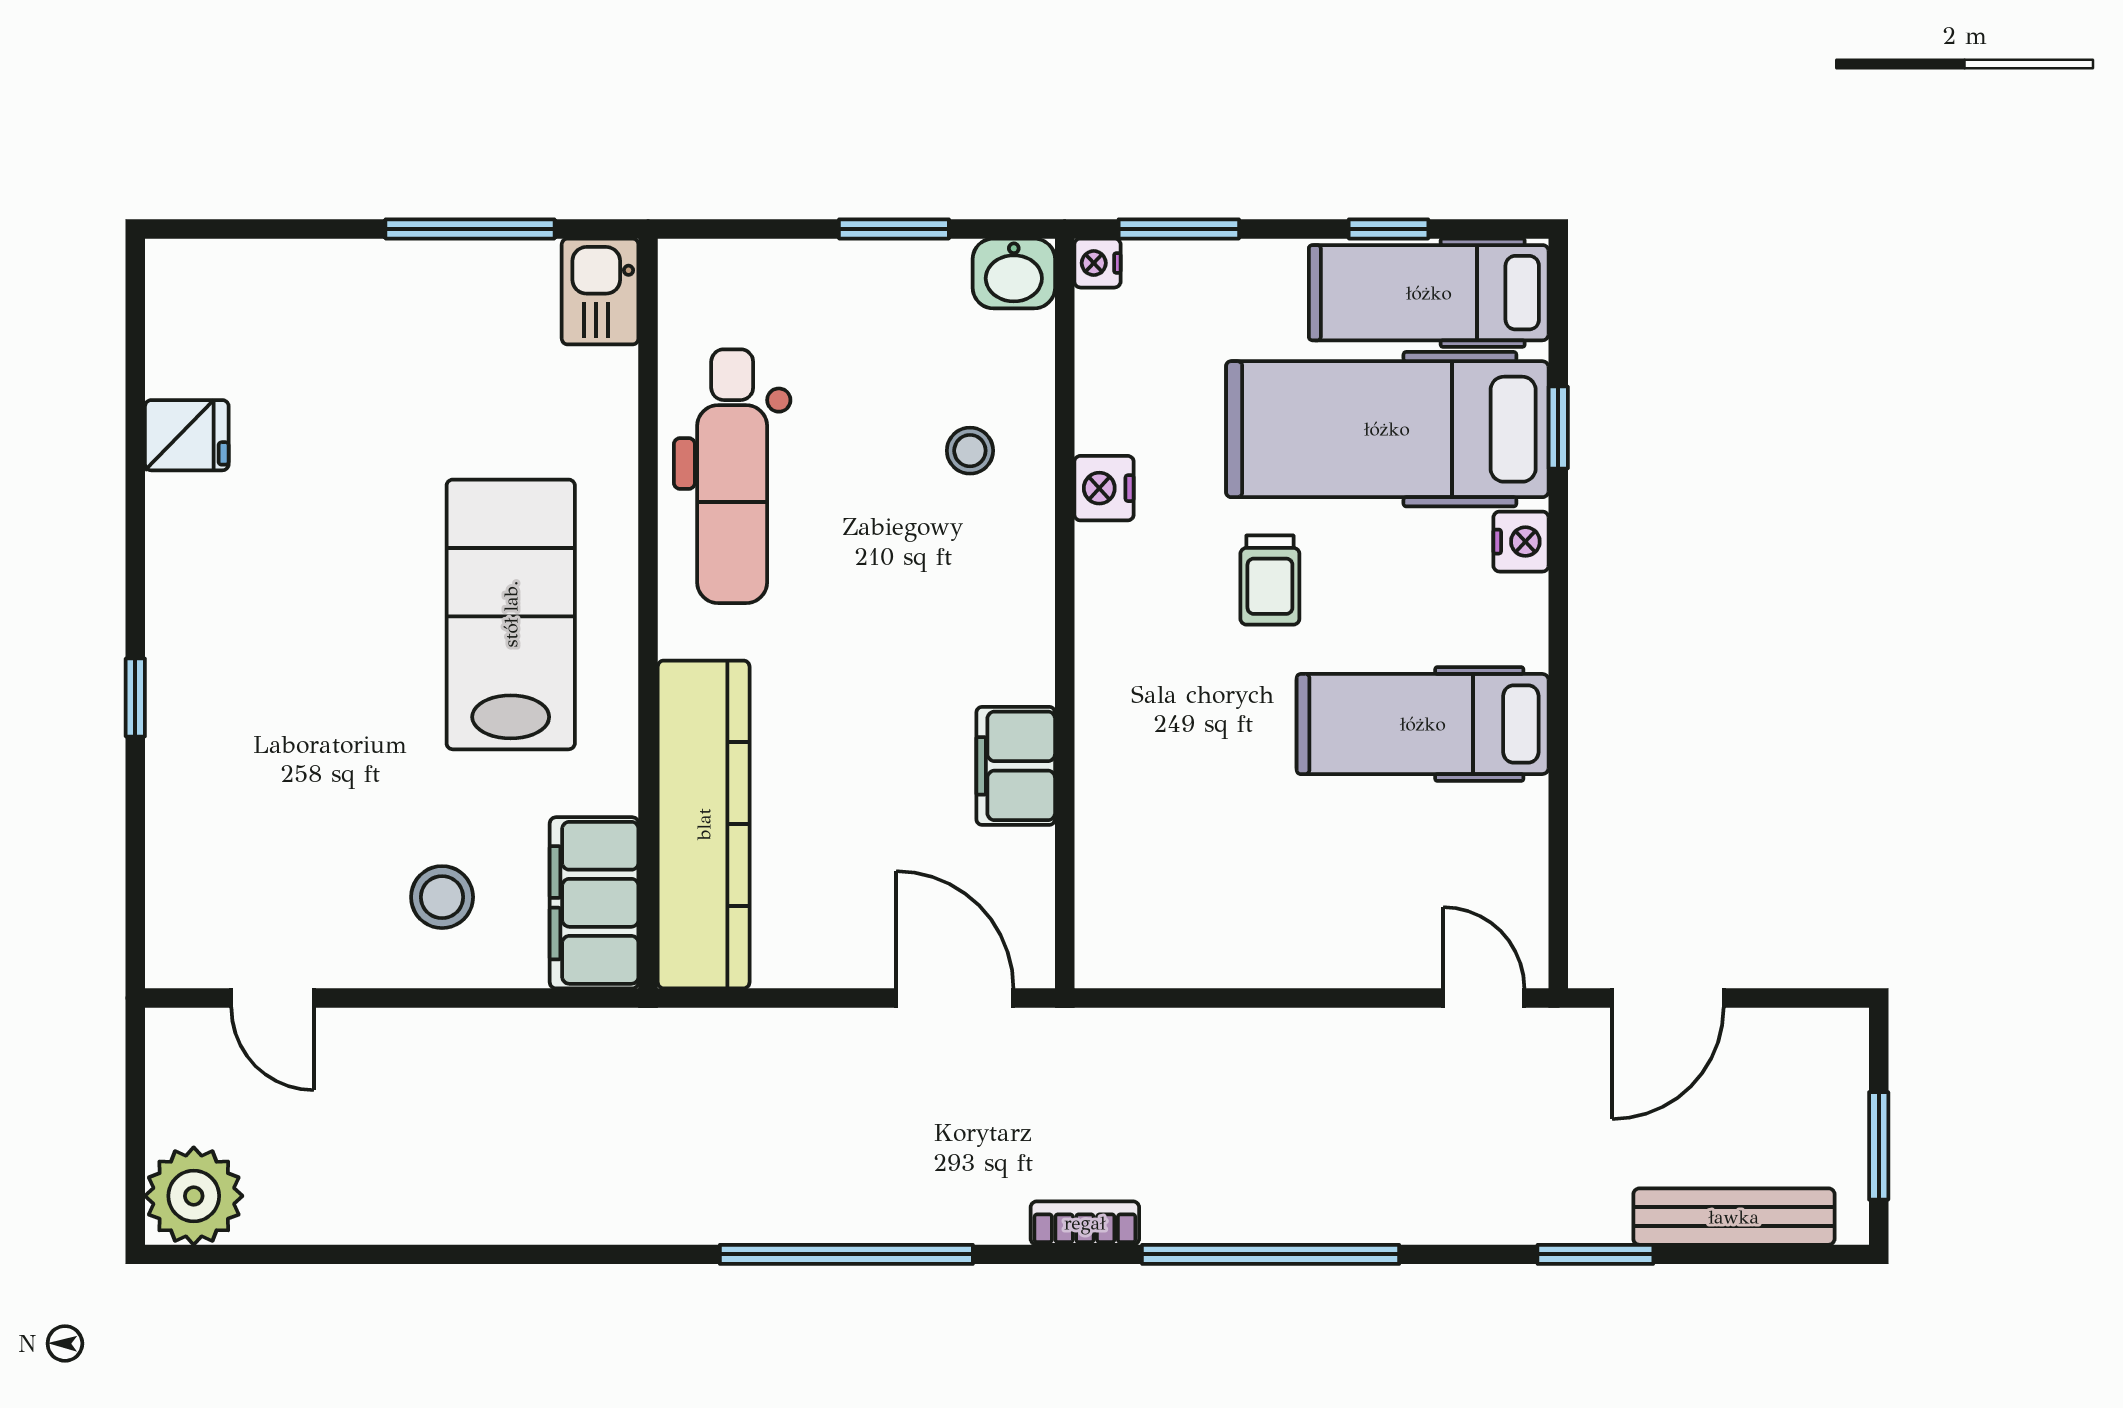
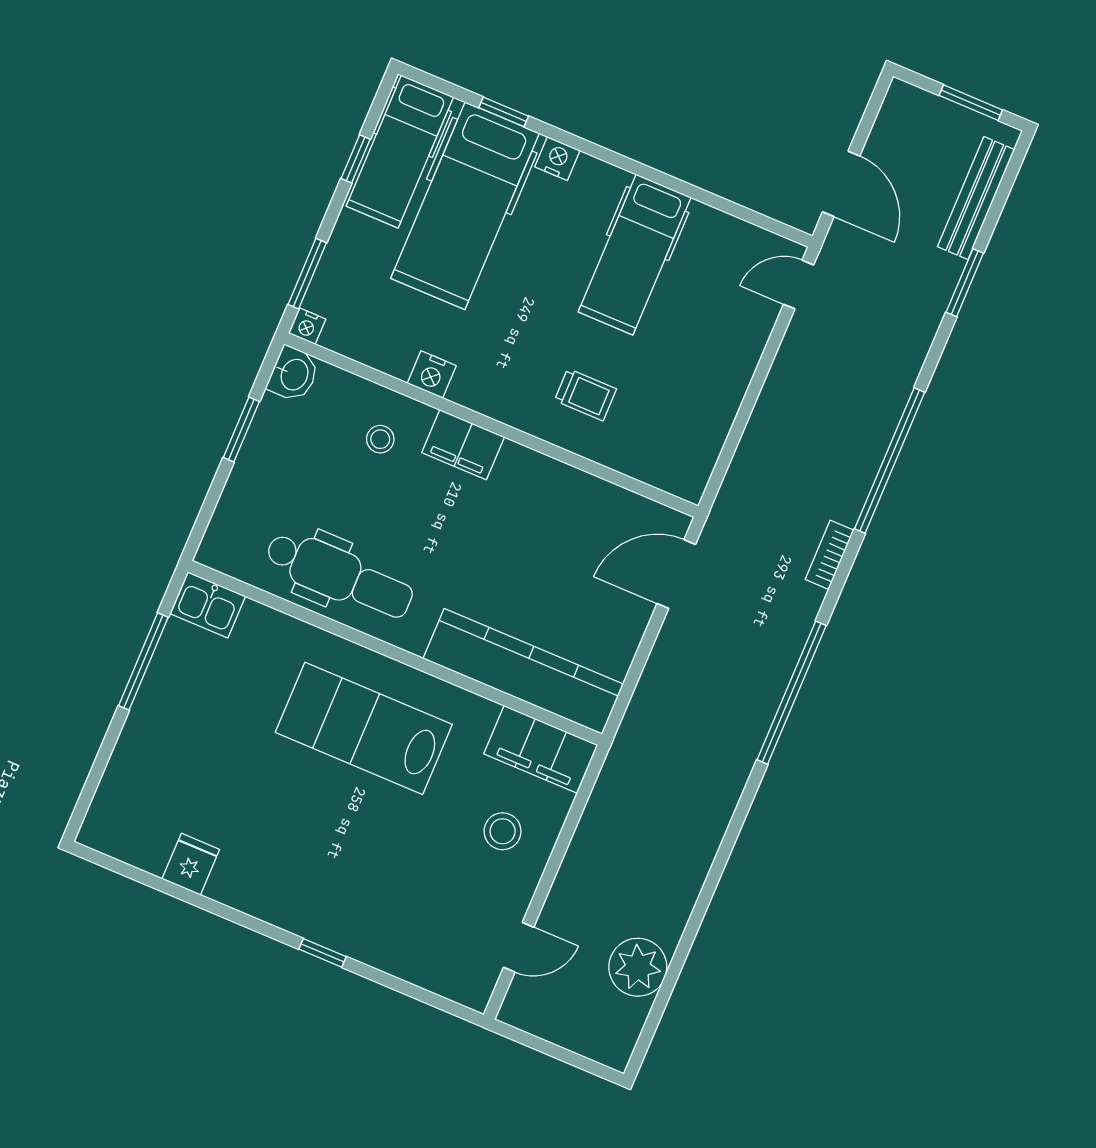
trolley: (1270, 580) -> (585, 395), moved
filing cabinet: (1016, 766) -> (463, 445), moved
plant: (194, 1196) -> (638, 967), moved

